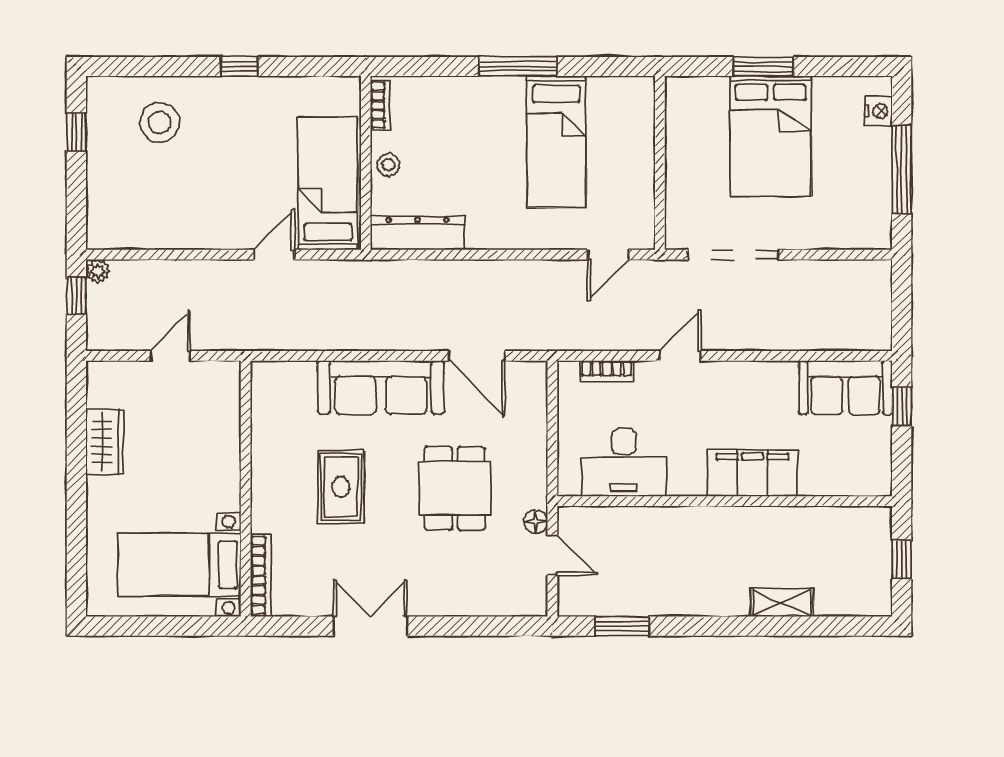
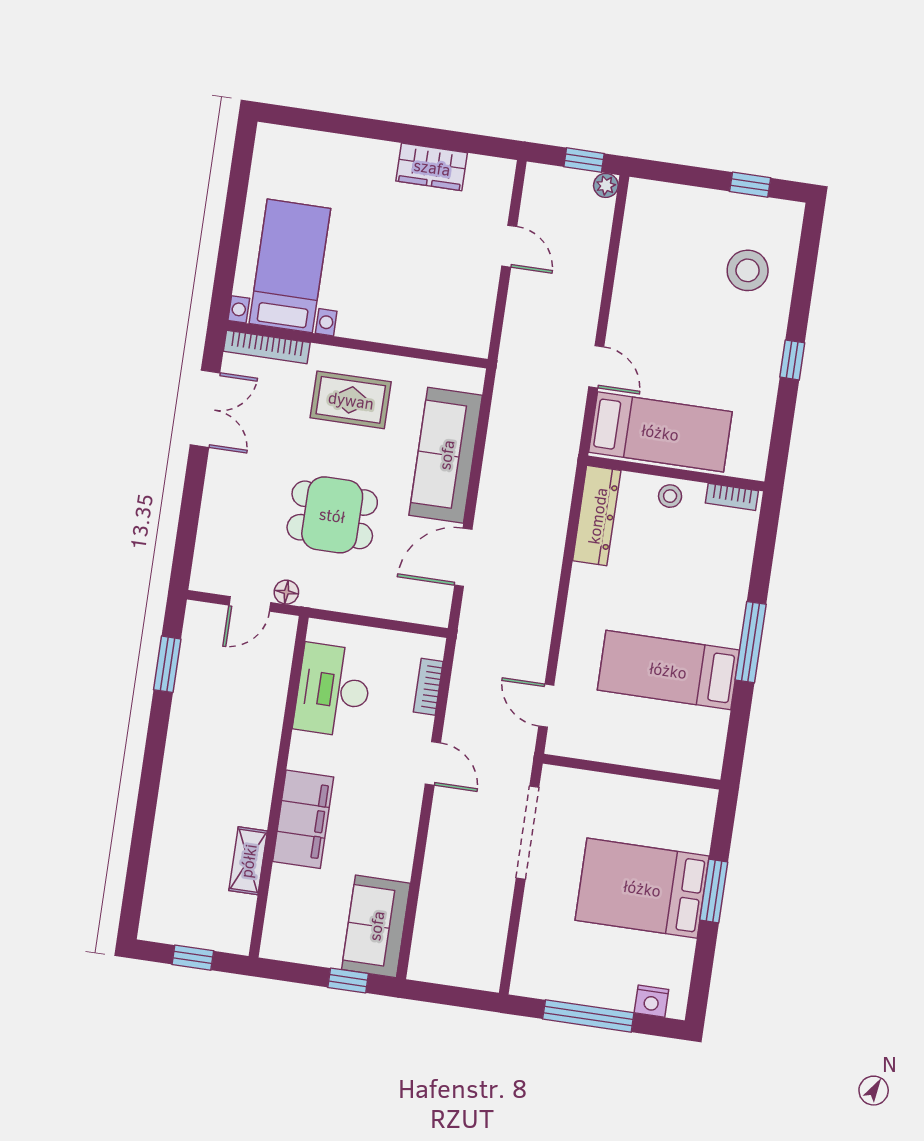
wall: (246, 489) -> (357, 344), moved
bed with nightstands: (179, 565) -> (290, 266), moved
bookcase: (261, 575) -> (267, 347), moved
shelving: (782, 602) -> (248, 861), moved

